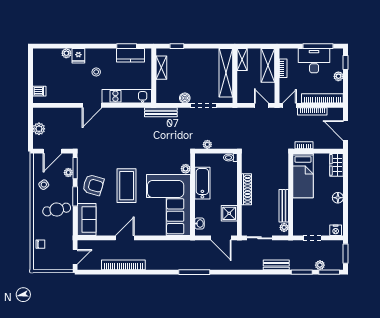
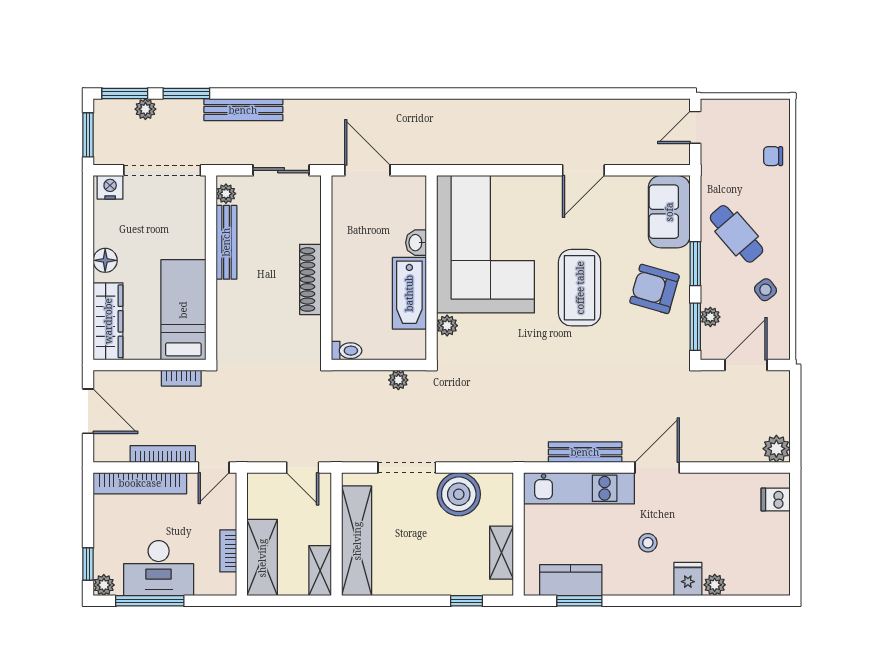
plant: (338, 76) -> (104, 585), moved
boiler: (185, 98) -> (459, 494), width x1.86, depth x1.86
door: (262, 105) -> (303, 468), moved
bench: (161, 112) -> (585, 452), moved
plant: (39, 129) -> (776, 449), moved
wardrobe: (337, 165) -> (108, 321), width x1.50
cafe table: (57, 210) -> (737, 234), turned 60
shower: (229, 213) -> (349, 225), removed
washbasin: (199, 224) -> (416, 243), moved
doorway: (312, 238) -> (162, 170), width x1.88
bookcase: (123, 265) -> (587, 110), removed
bench: (276, 265) -> (243, 110), width x1.36
window: (194, 272) -> (428, 93), removed

